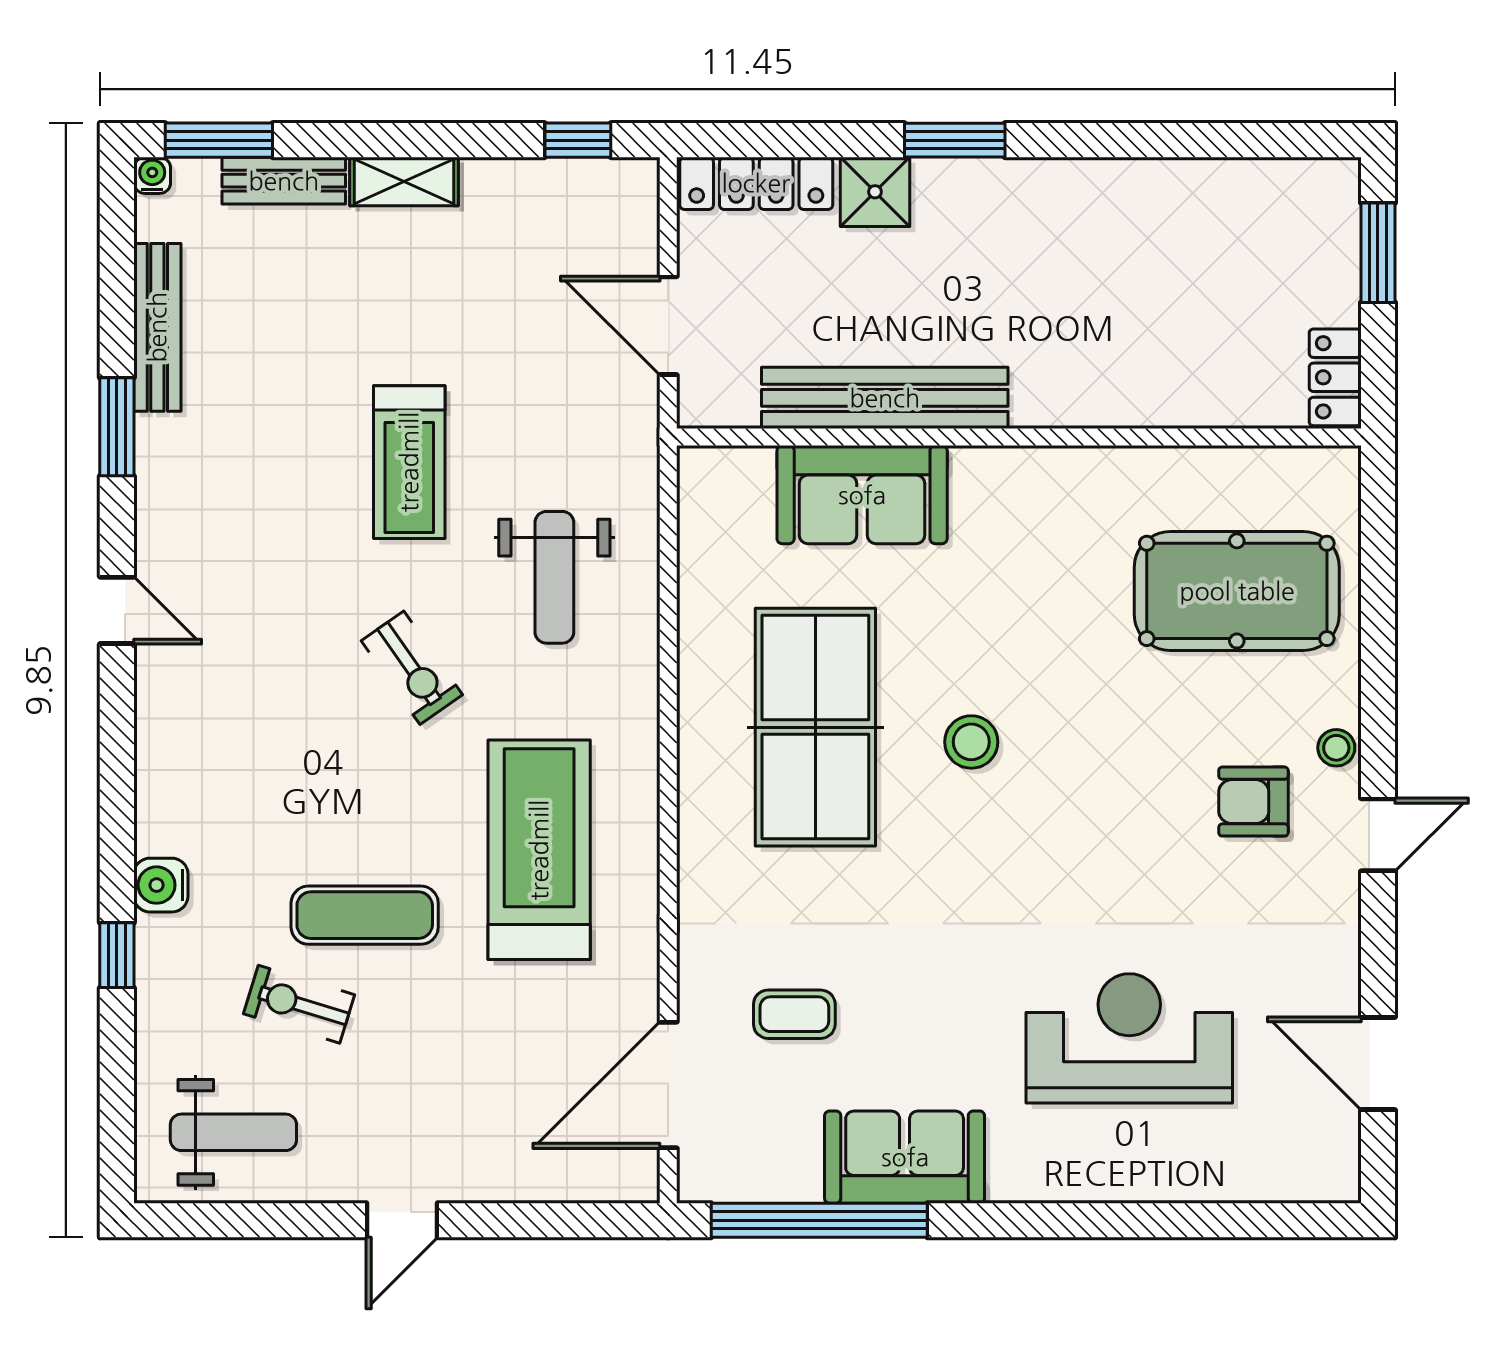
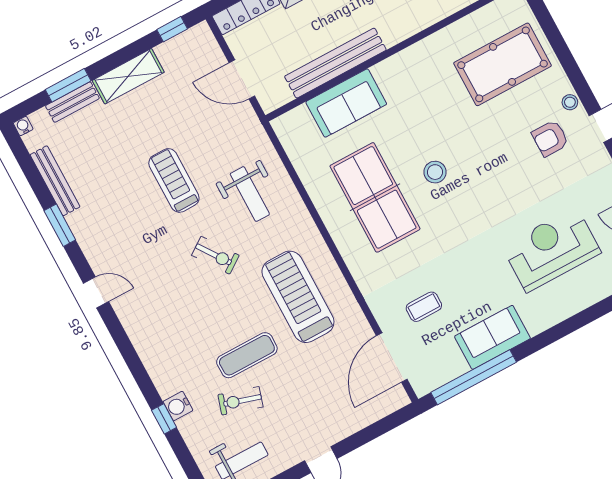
window: (219, 140) -> (68, 85), moved
shelving: (404, 181) -> (128, 76), width x1.50, depth x1.33
treadmill: (409, 462) -> (174, 180), turned 180
water cooler: (161, 885) -> (178, 406), moved

